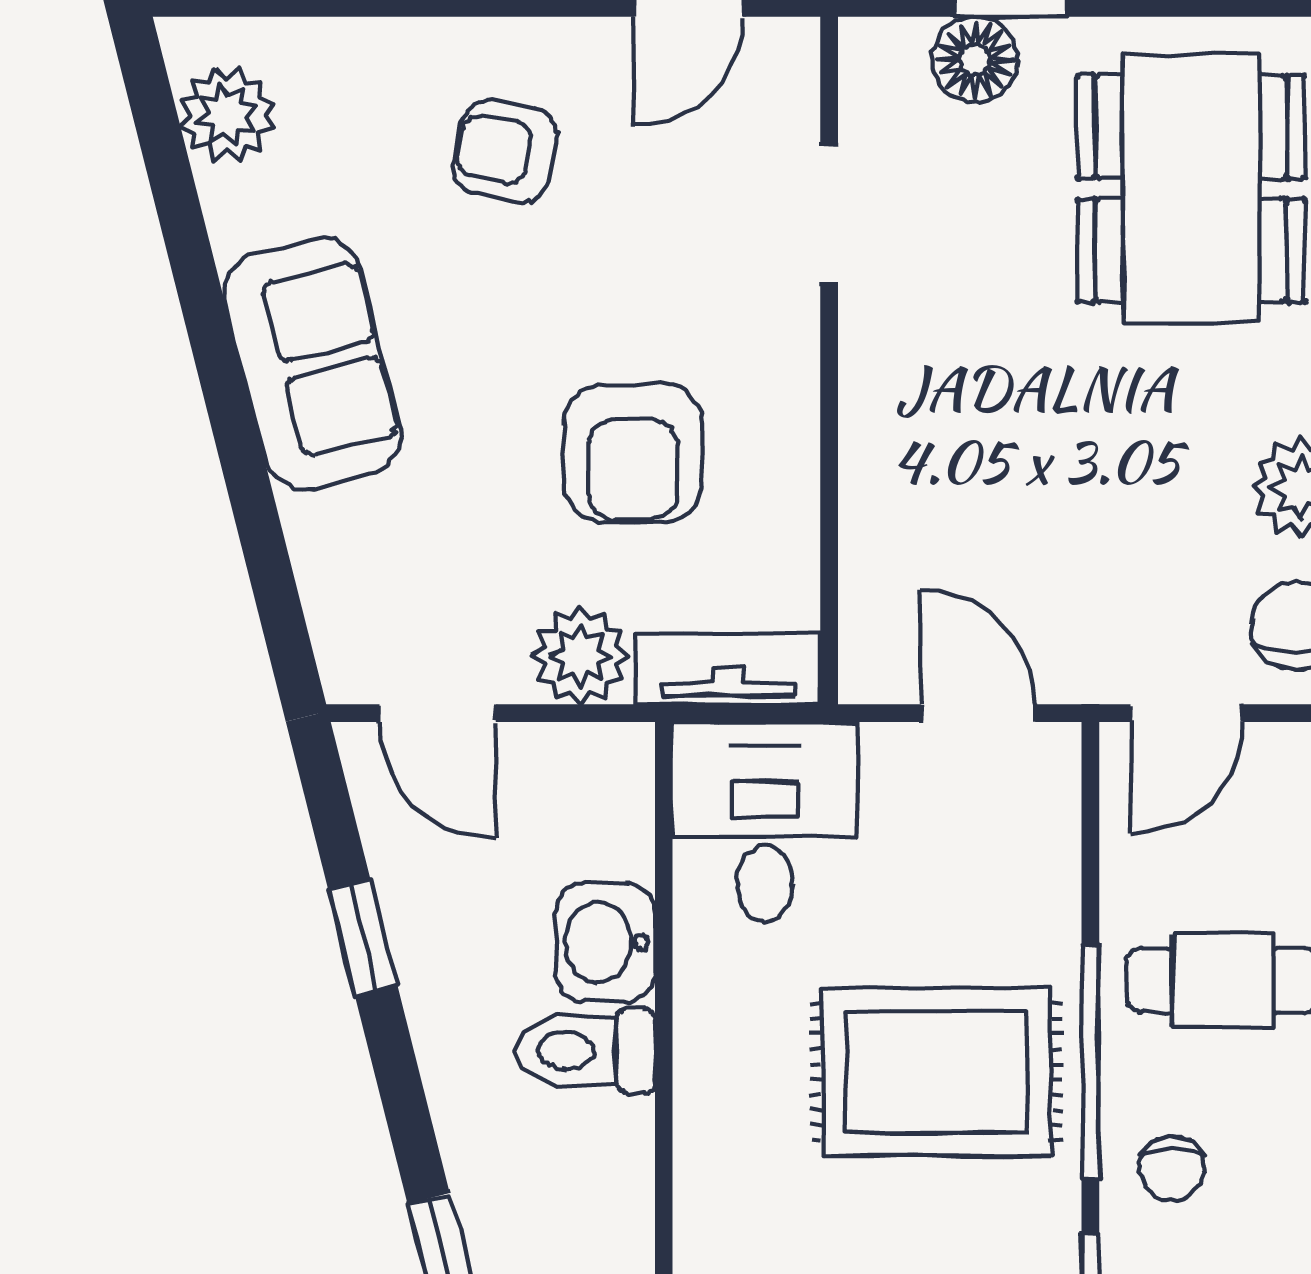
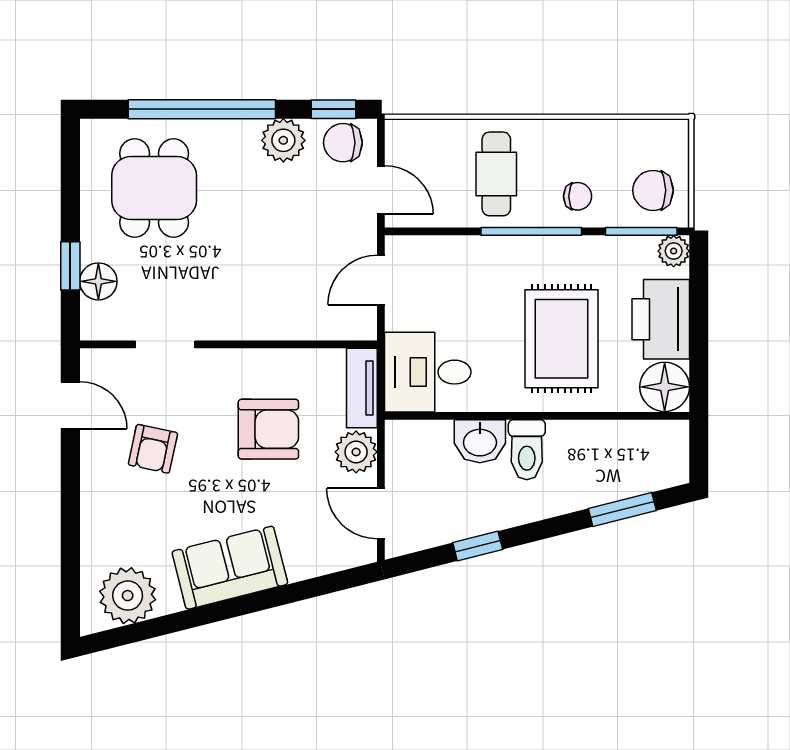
plant: (227, 115) -> (128, 596), width x1.36, depth x1.36
armchair: (505, 152) -> (153, 449), moved
dining table: (1191, 189) -> (154, 188), width x0.73
door: (438, 713) -> (381, 514), swing flipped
rug: (936, 1072) -> (562, 339), moved

